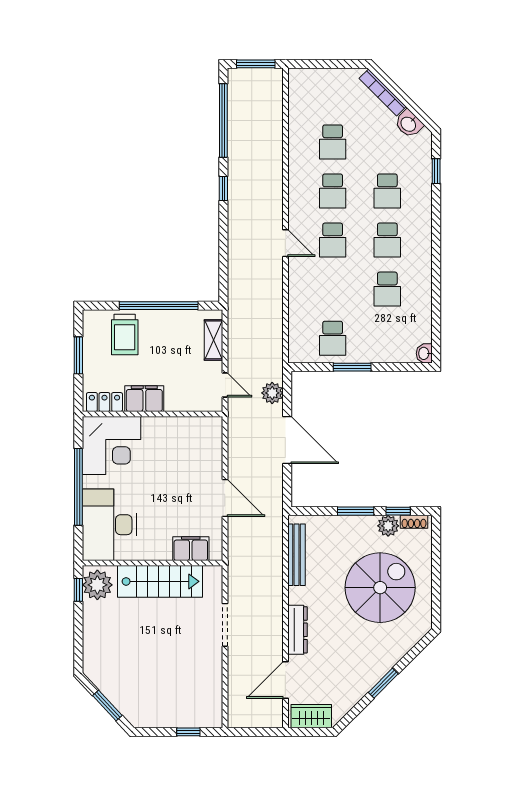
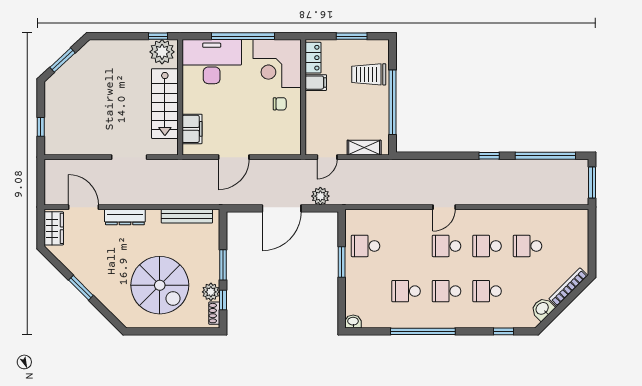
window: (436, 269) -> (423, 331), added
filing cabinet: (144, 399) -> (316, 83), width x0.50
chair: (160, 442) -> (280, 104), added

